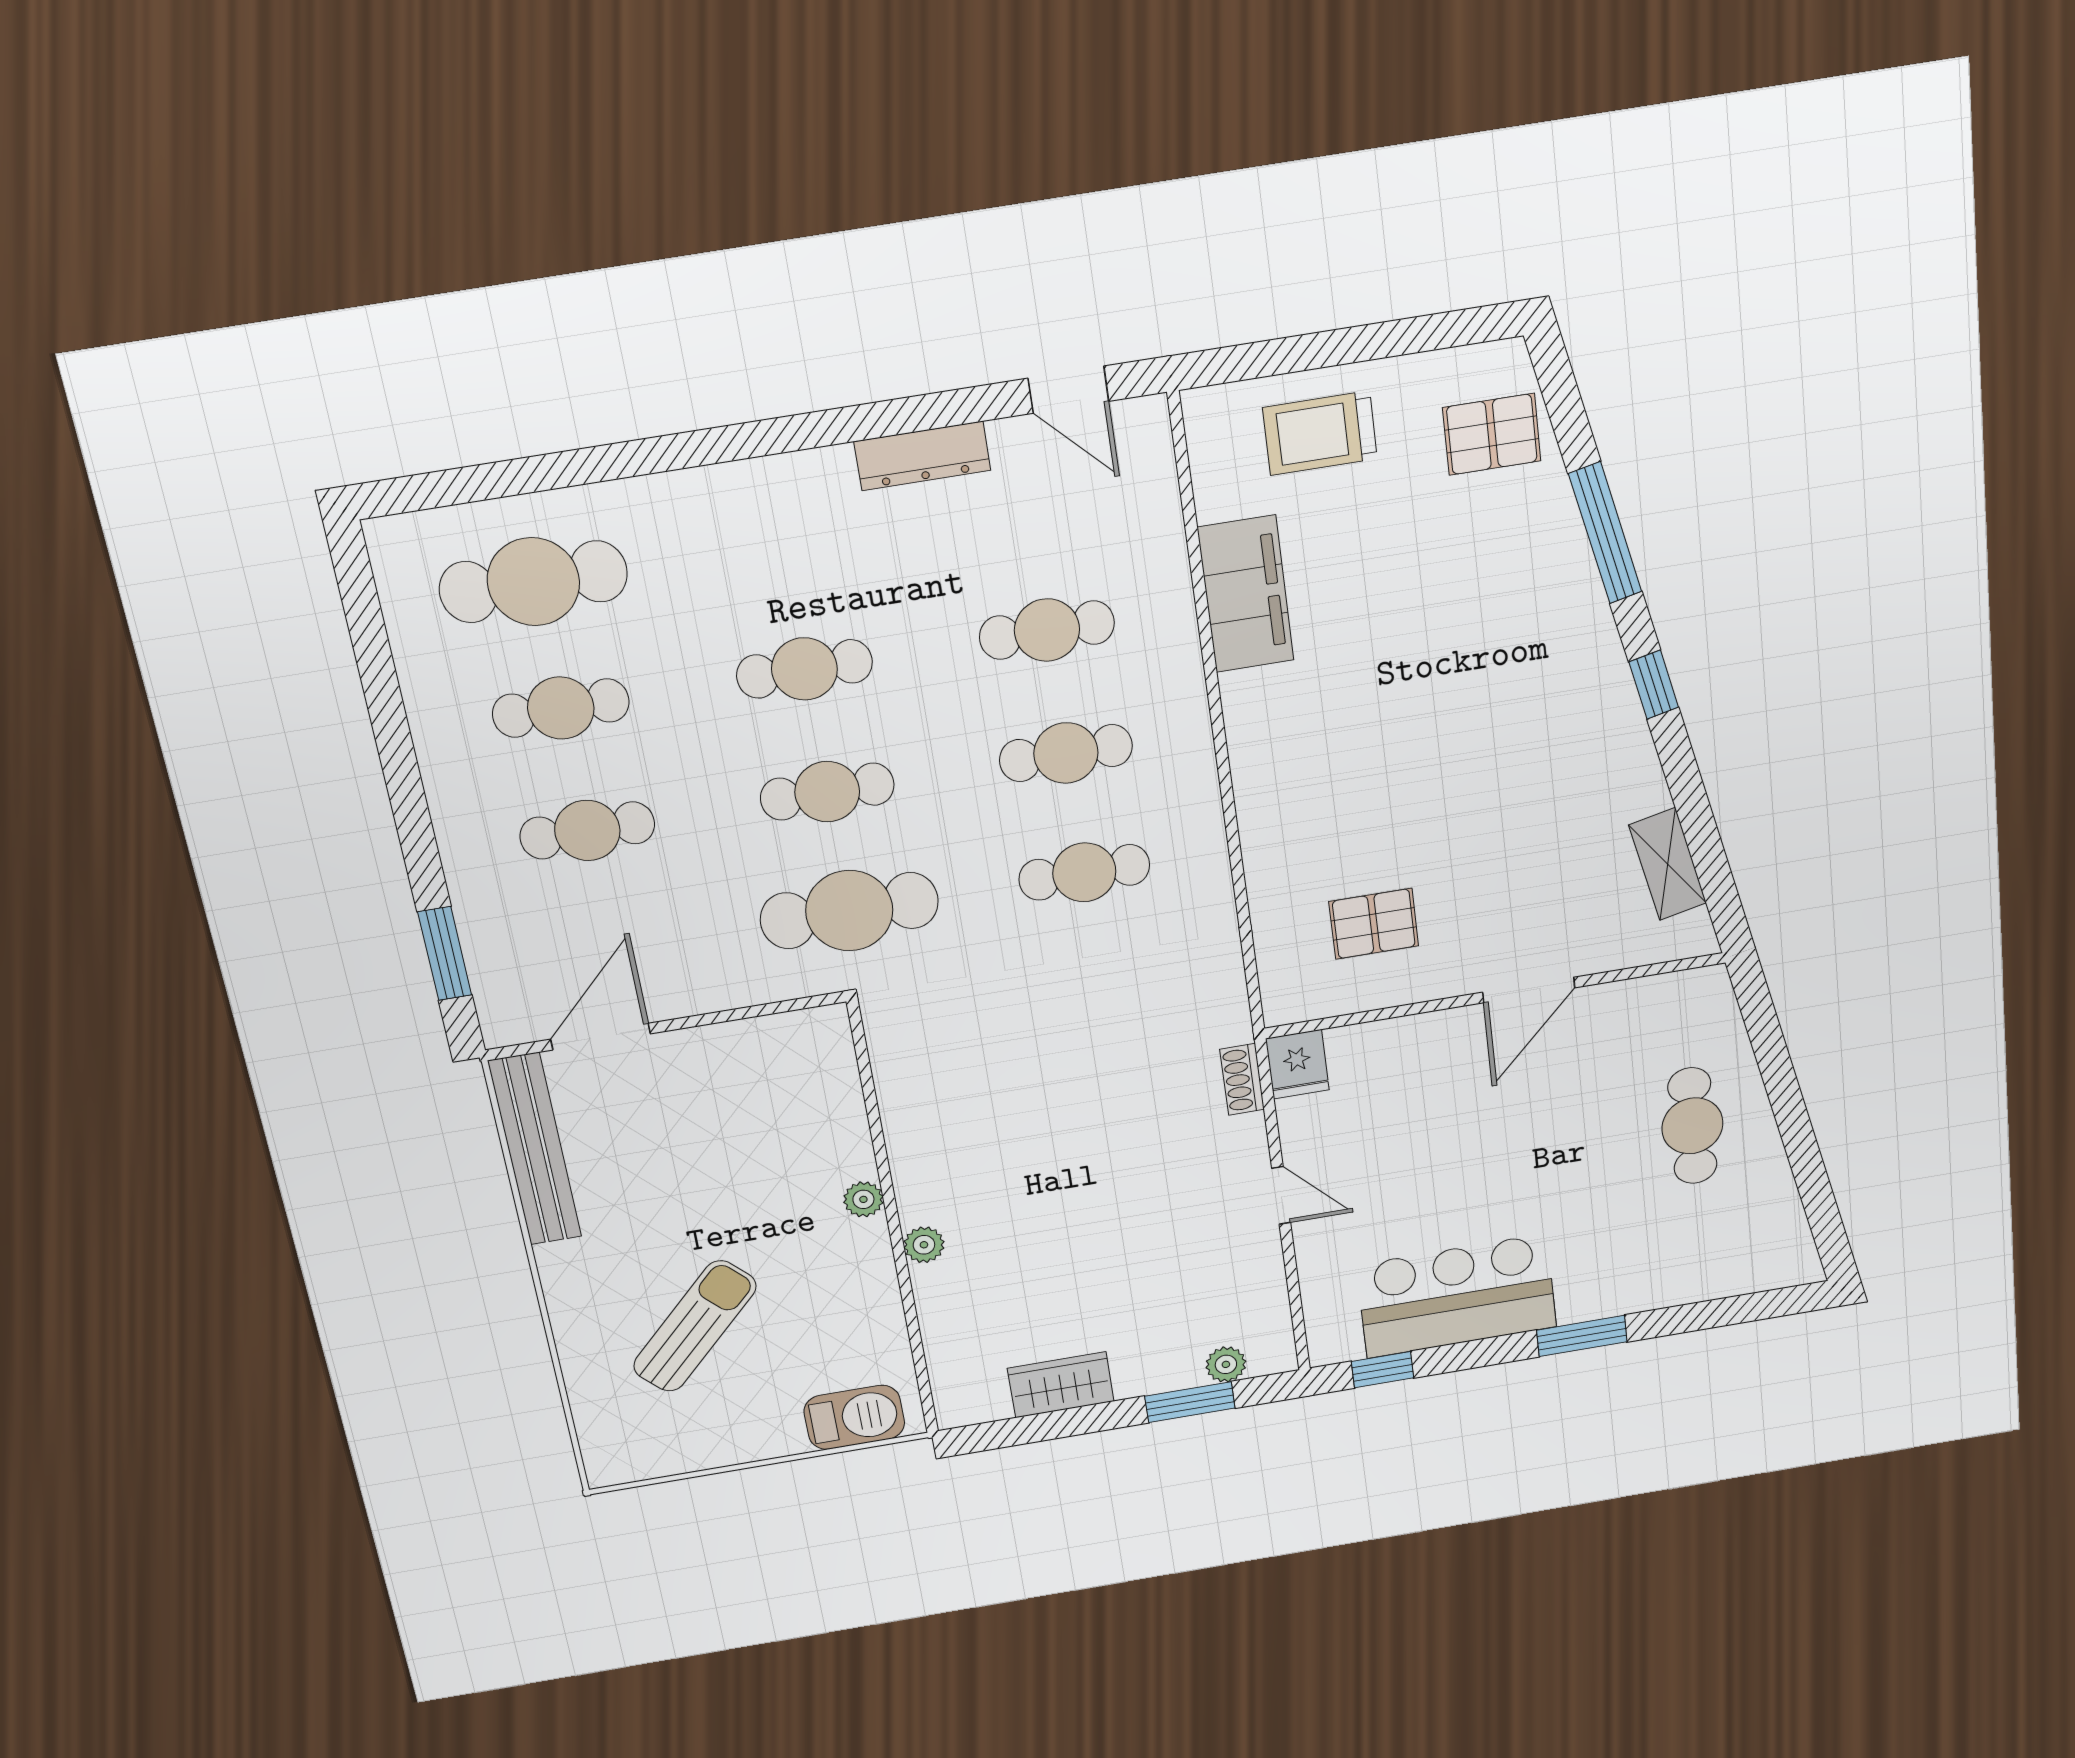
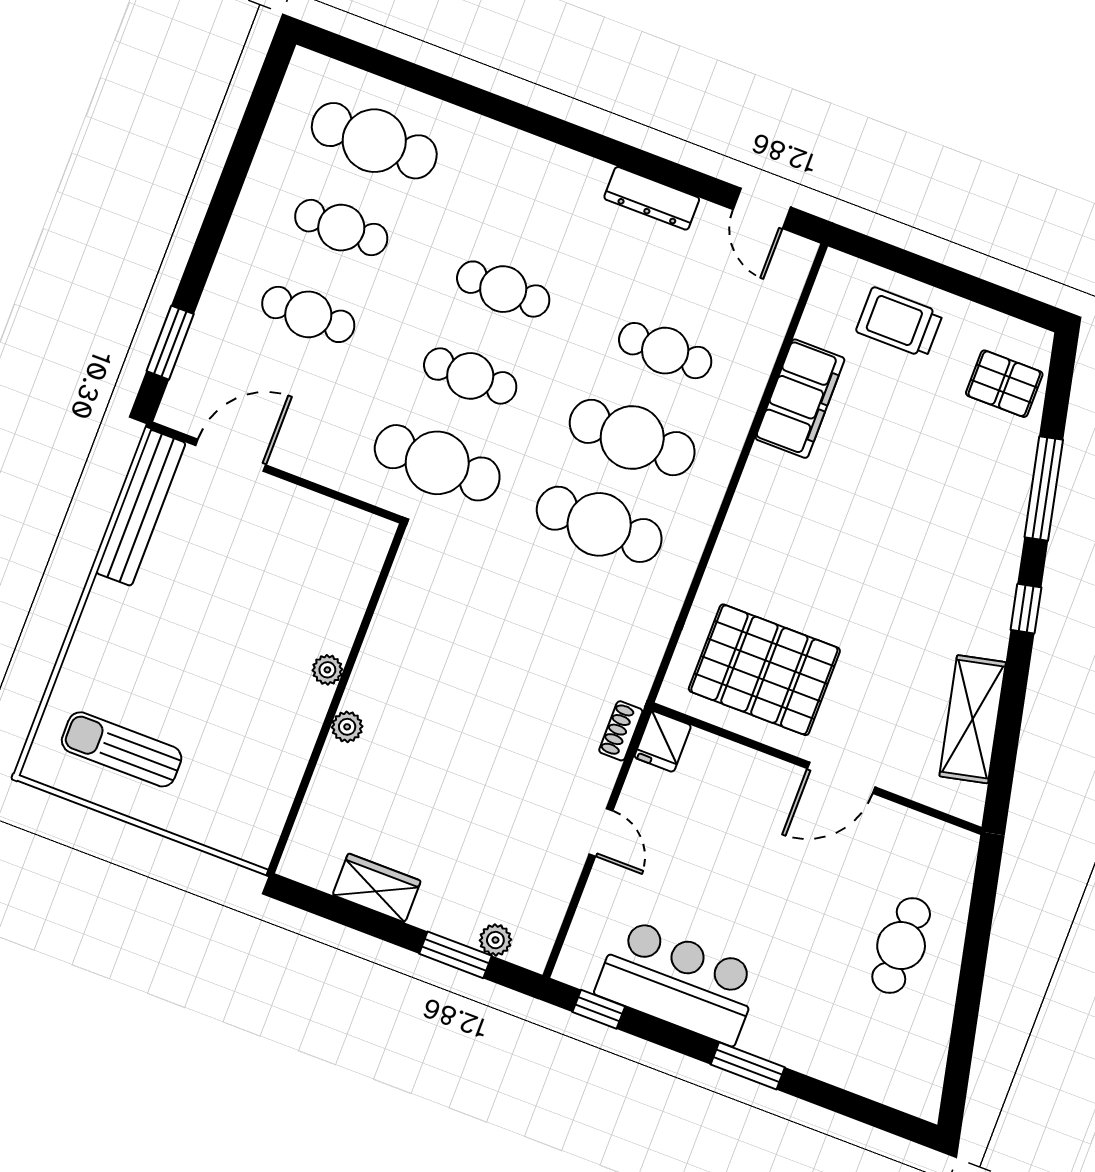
cafe table: (1066, 753) -> (632, 437), width x1.37, depth x1.35
shelving: (1668, 864) -> (973, 719), width x1.50, depth x1.33
cafe table: (1084, 872) -> (599, 524), width x1.37, depth x1.35
pallet: (1374, 924) -> (764, 670), width x2.05, depth x2.00
sun lounger: (695, 1326) -> (122, 749), moved, turned -135
barbecue: (854, 1417) -> (226, 829), removed

